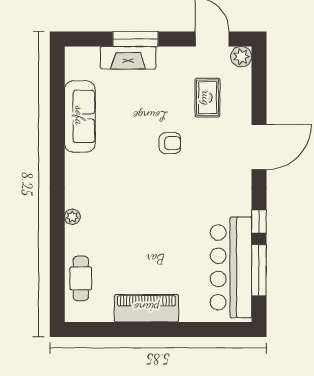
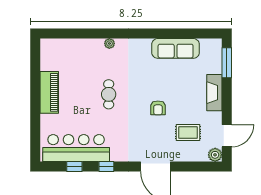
window: (135, 39) -> (227, 63), moved
fireplace: (128, 58) -> (214, 93), moved
window: (259, 270) -> (74, 166), width x0.46
cafe table: (81, 278) -> (109, 94), moved, turned 90

